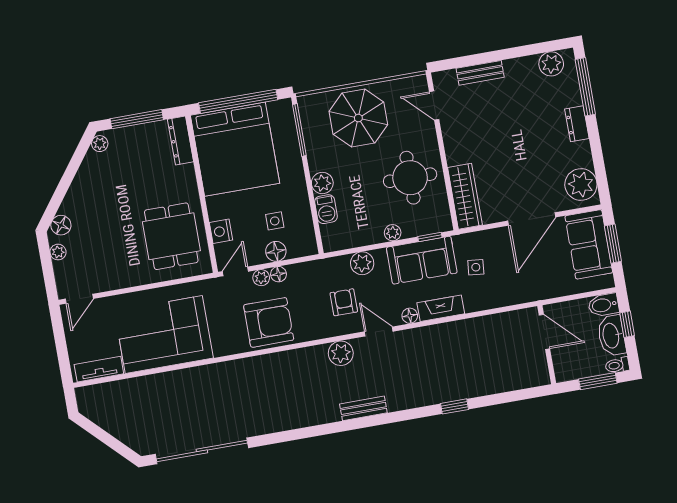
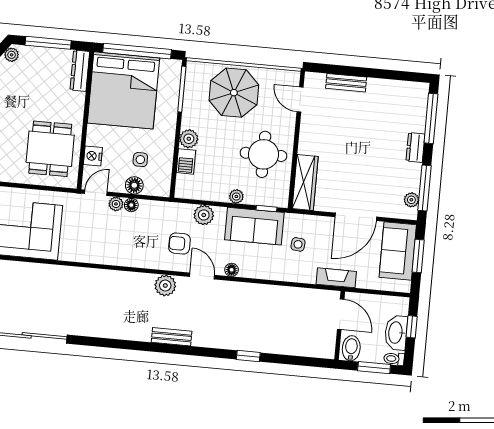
plant: (551, 64) -> (408, 91), removed
window: (599, 166) -> (424, 188), added
plant: (581, 185) -> (411, 200), width x0.53, depth x0.53
armchair: (344, 302) -> (179, 244), turned -90
bidet: (604, 305) -> (351, 348), moved, turned 90
fireplace: (441, 308) -> (336, 278), moved
armchair: (269, 322) -> (112, 243), removed

